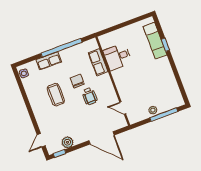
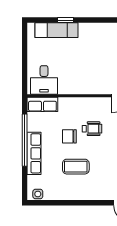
desk: (117, 57) -> (44, 80), moved
row of seats: (49, 61) -> (34, 153), width x1.48
row of seats: (98, 62) -> (42, 104), moved

